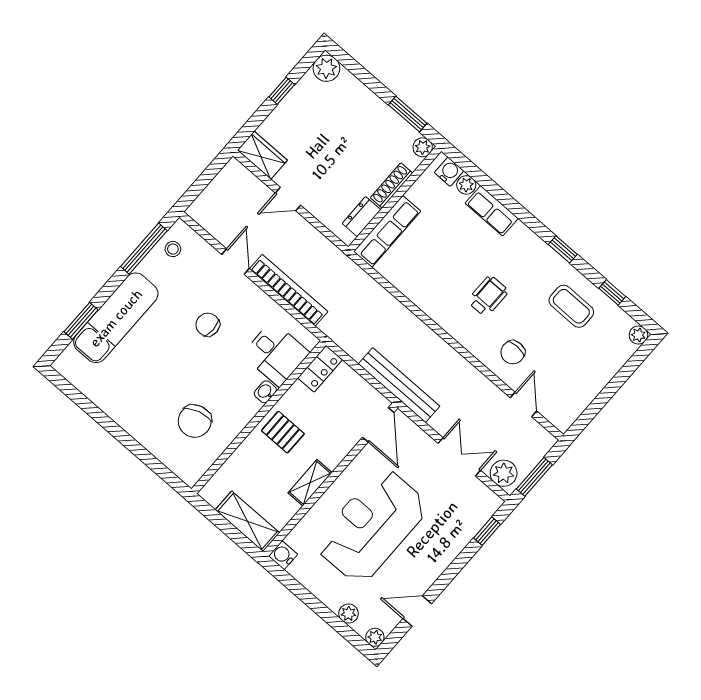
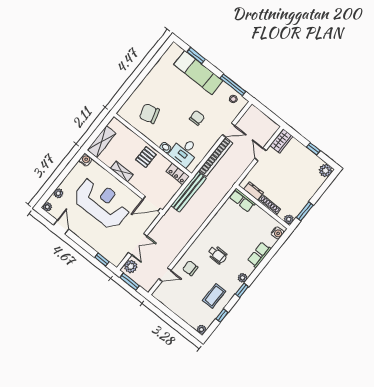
plant: (466, 185) -> (243, 278), moved
row of seats: (387, 231) -> (242, 200), width x0.68
bench: (399, 385) -> (189, 192), moved

